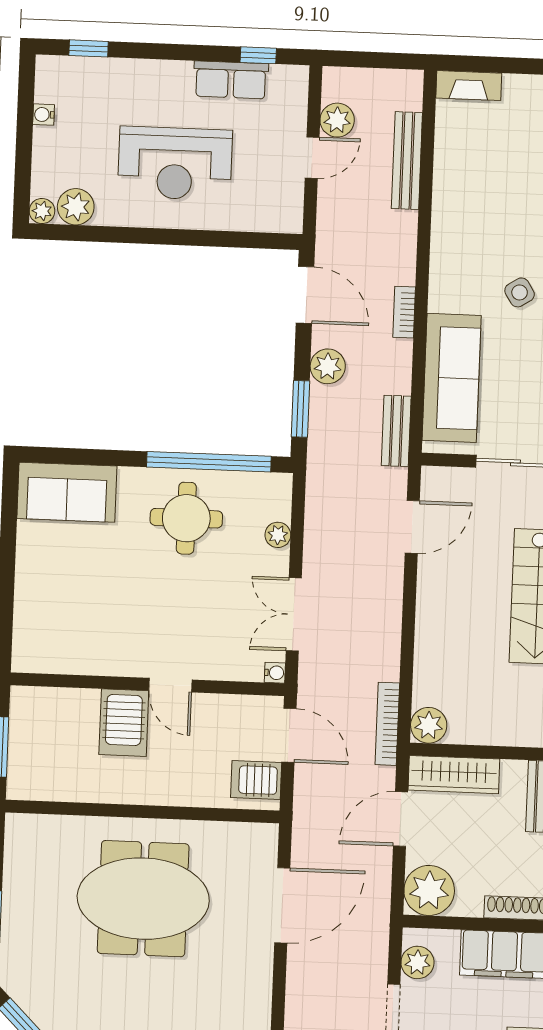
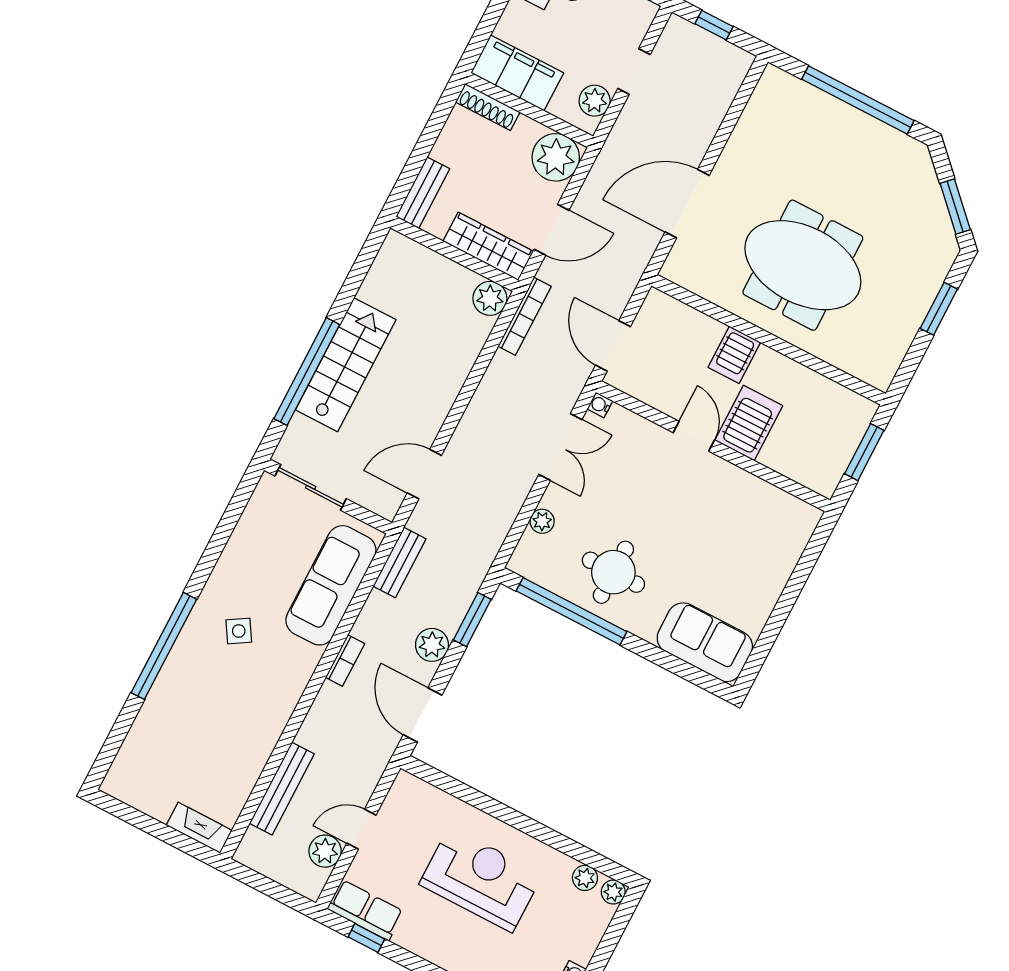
row of seats: (231, 80) -> (365, 910), moved
plant: (76, 207) -> (585, 878), width x0.73, depth x0.73
server rack: (256, 780) -> (734, 355), moved, turned 90

